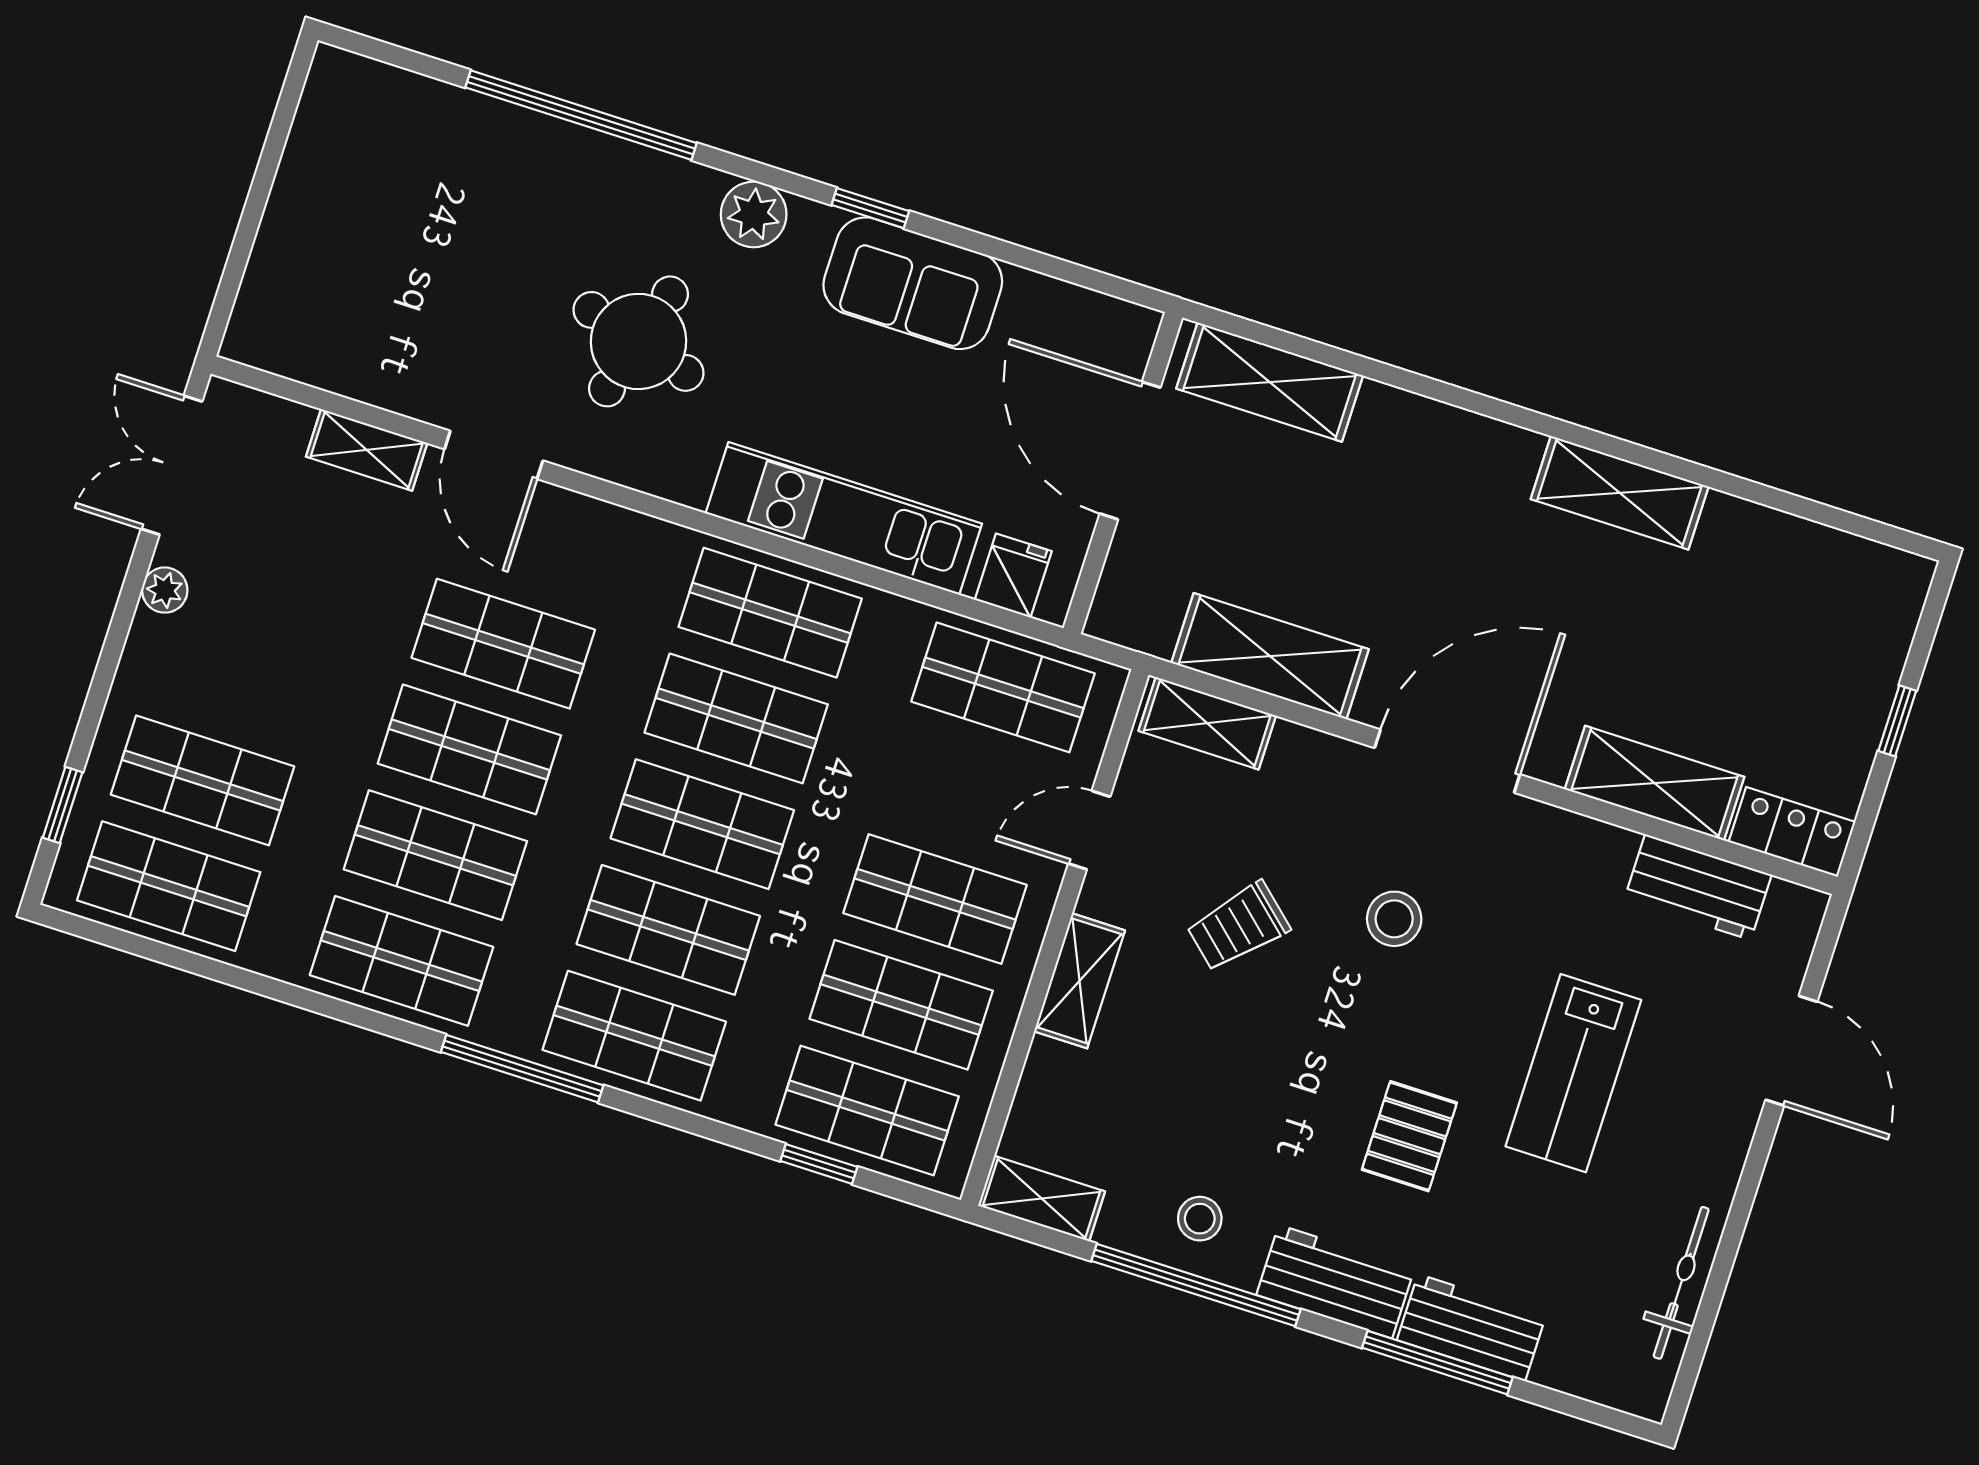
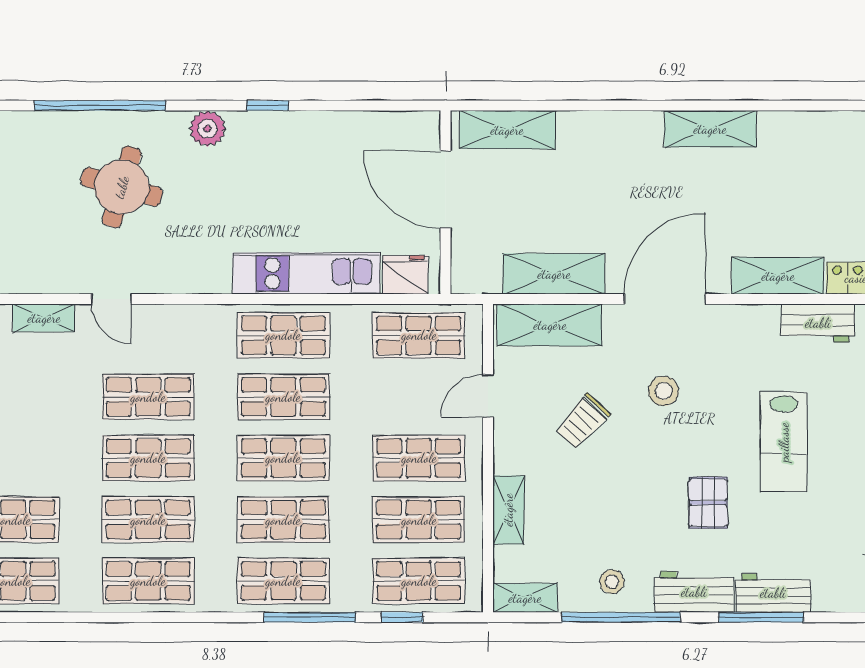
sofa: (913, 283) -> (303, 138), removed
round table: (638, 341) -> (122, 187), moved
door: (494, 455) -> (111, 299), width x0.73
fridge: (1013, 576) -> (405, 275), width x1.38
shelving: (1207, 723) -> (550, 325), width x1.50, depth x1.33
shelving: (1080, 981) -> (508, 510), moved
window: (522, 1069) -> (310, 617), moved

